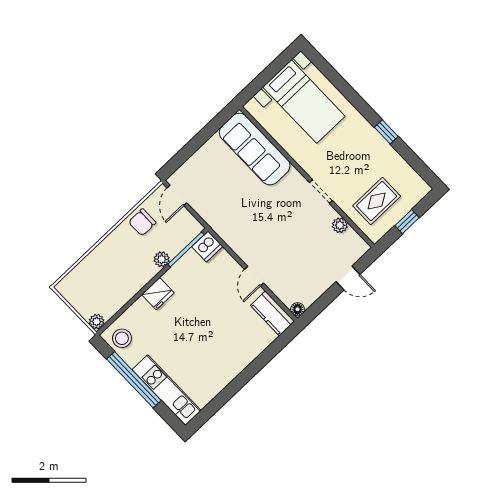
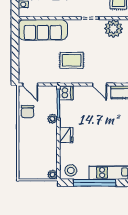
rug: (251, 217) -> (72, 60), added
plant: (340, 225) -> (113, 29), width x1.87, depth x1.87

